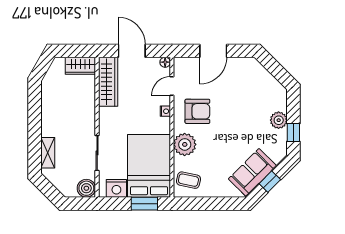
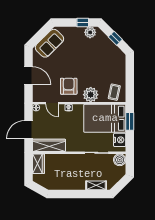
plant: (279, 120) -> (90, 32), moved
sofa: (252, 172) -> (50, 43), moved, turned -90

